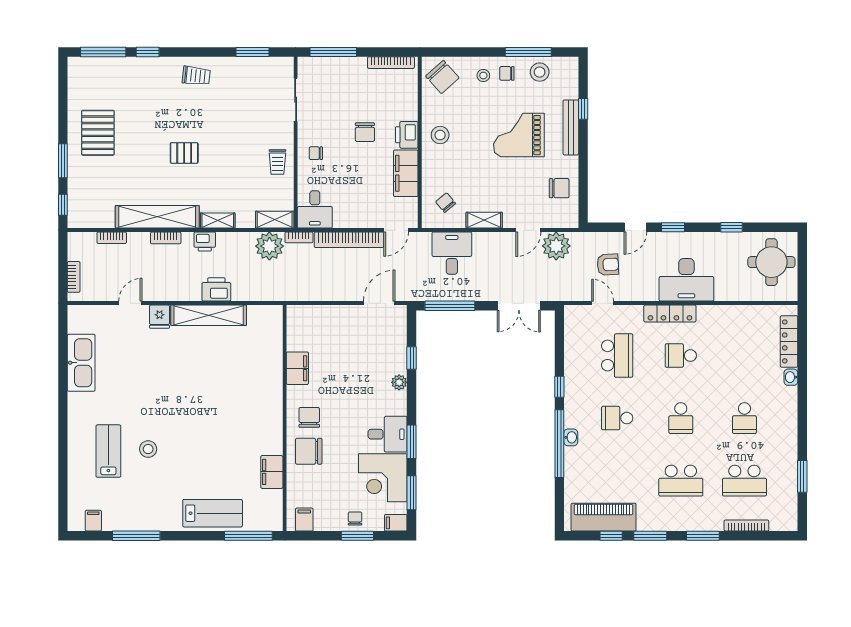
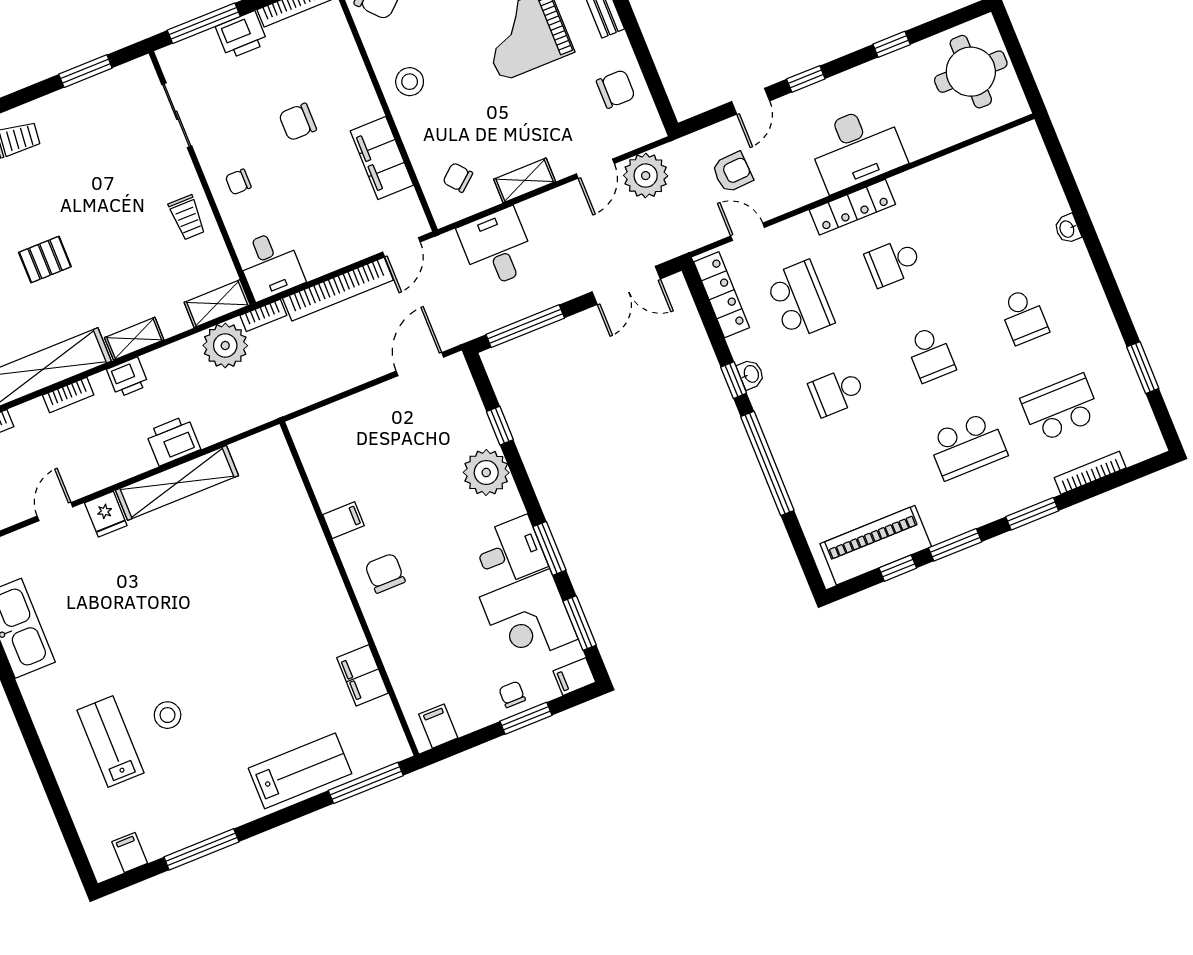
chair: (365, 132) -> (298, 122), turned 90
printer: (407, 135) -> (242, 35), moved, turned -90
locker: (789, 341) -> (722, 295), moved, turned 180
filing cabinet: (297, 368) -> (343, 520), width x0.50
plant: (399, 382) -> (486, 473), width x1.88, depth x1.88
washbasin: (571, 437) -> (751, 374), moved
chair: (309, 451) -> (404, 623), removed
school desk: (744, 481) -> (1061, 408), turned 180

